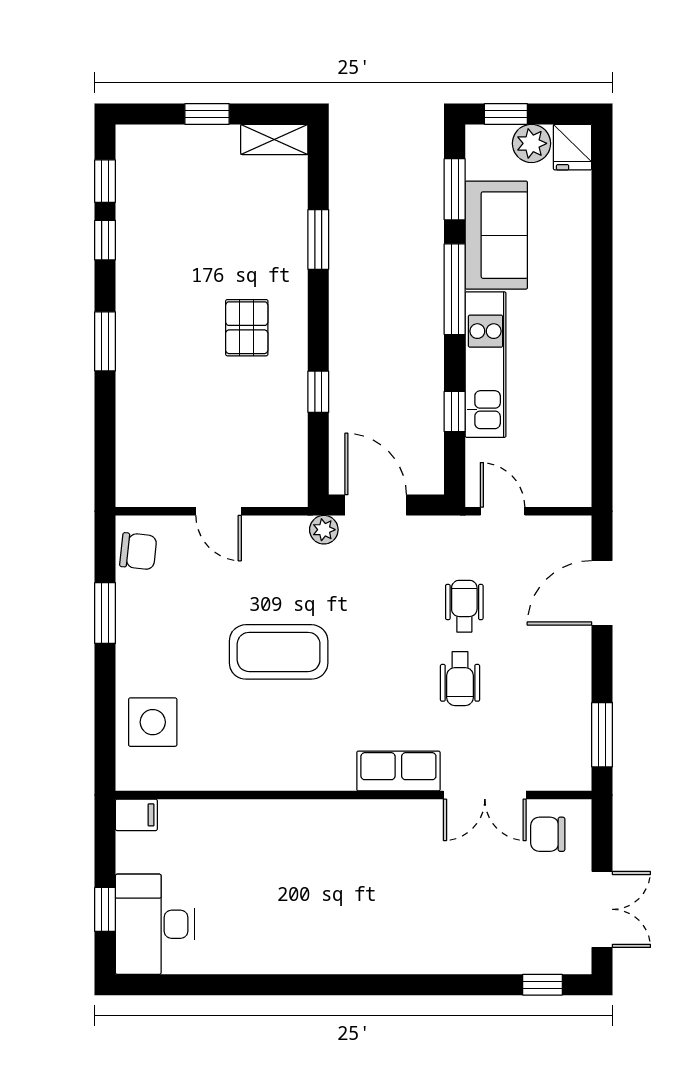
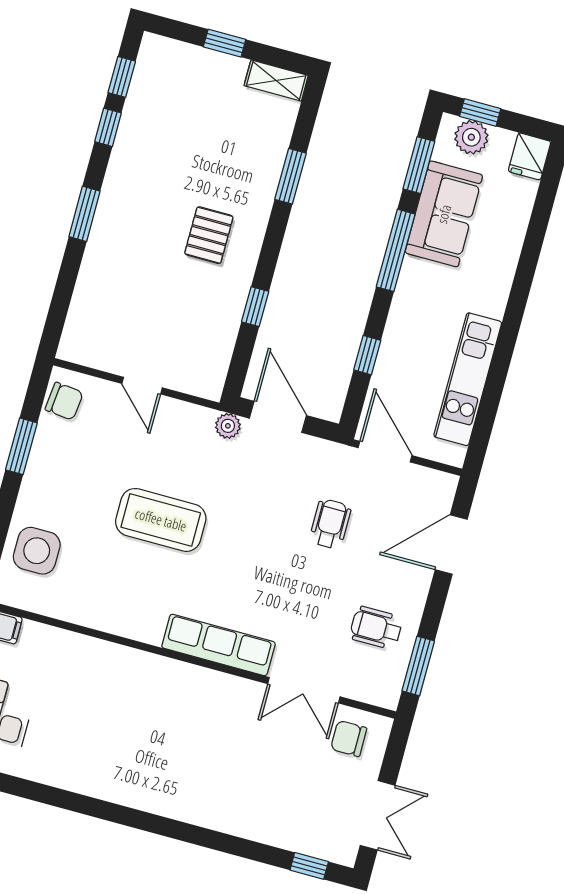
plant: (531, 143) -> (471, 137), moved
kitchen unit: (485, 365) -> (468, 379), moved, turned 180
door: (503, 511) -> (385, 452), width x1.38
wheelchair: (460, 679) -> (376, 628), moved, turned 90
row of seats: (398, 771) -> (219, 645), width x1.48

